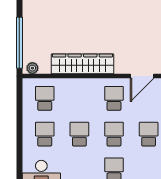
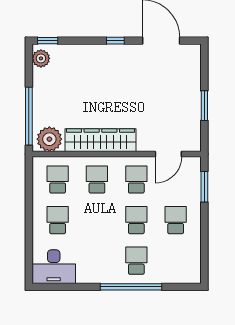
plant: (32, 68) -> (49, 139), width x1.87, depth x1.87
school desk: (79, 134) -> (97, 180), moved

